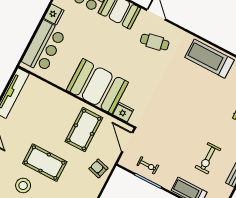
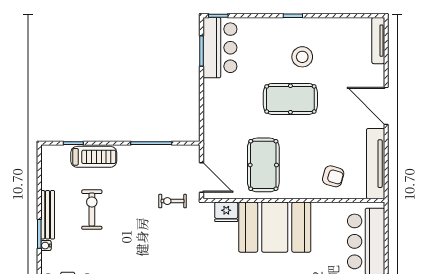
exercise bike: (148, 165) -> (173, 201), moved
armchair: (98, 168) -> (333, 176), moved

